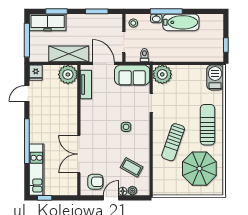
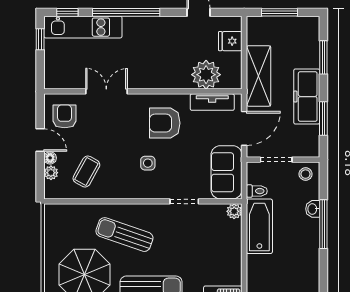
freezer: (48, 22) -> (307, 97), moved
bathtub: (181, 22) -> (259, 226), moved, turned 180
window: (27, 40) -> (280, 12), width x0.69
fridge: (36, 73) -> (230, 41), moved
plant: (68, 74) -> (206, 75), moved
plant: (162, 74) -> (234, 211), width x0.53, depth x0.53
armchair: (100, 116) -> (165, 123), added
double door: (79, 154) -> (106, 91), width x0.73
window: (27, 180) -> (67, 12), added
armchair: (95, 182) -> (65, 116), turned 180

